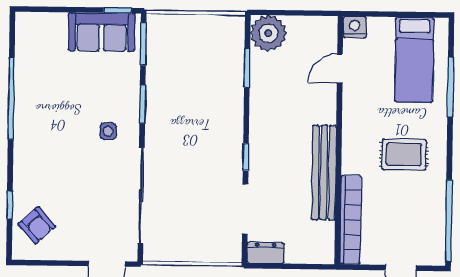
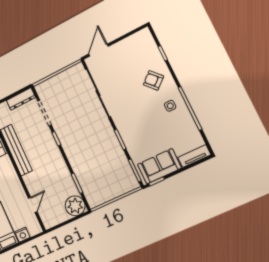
tv unit: (41, 22) -> (194, 156), added
nightstand: (355, 27) -> (22, 235), moved
side table: (108, 131) -> (170, 106), moved
armchair: (37, 225) -> (153, 80), moved
dresser: (266, 253) -> (21, 99), width x1.44

